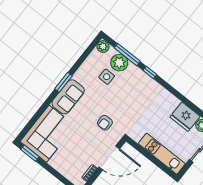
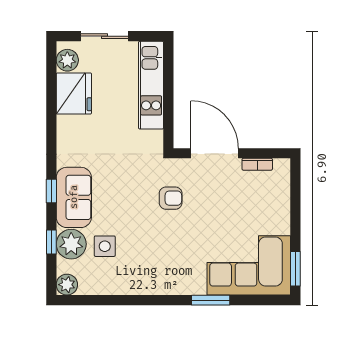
window: (127, 55) -> (51, 242), width x0.46
window: (63, 82) -> (211, 300), moved
sofa: (68, 97) -> (74, 197), moved, turned 90

